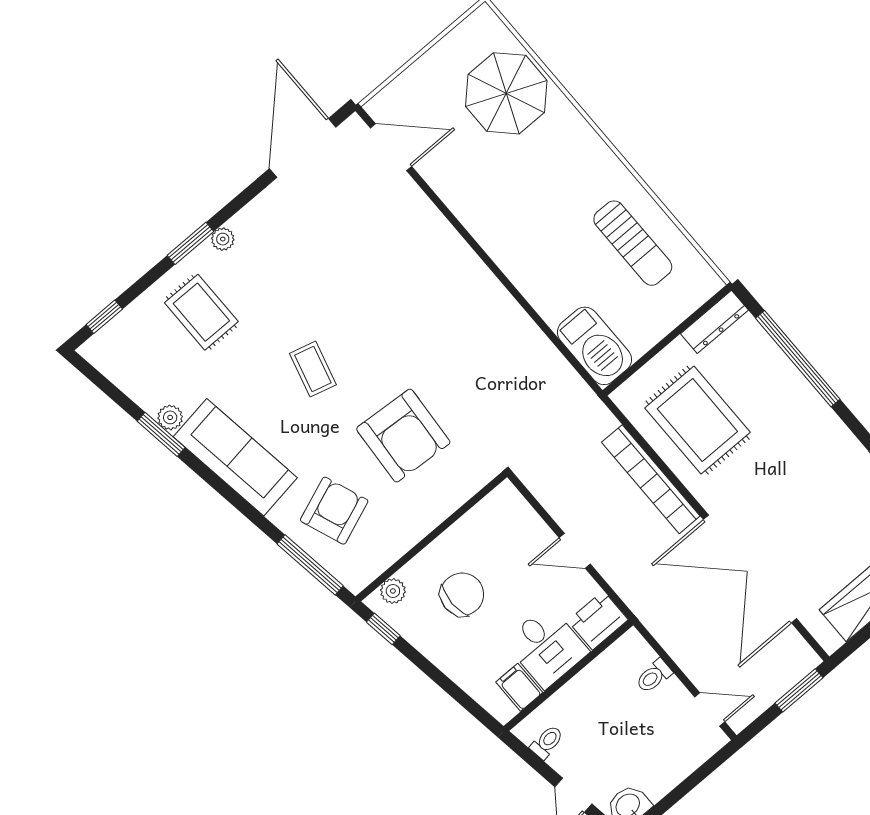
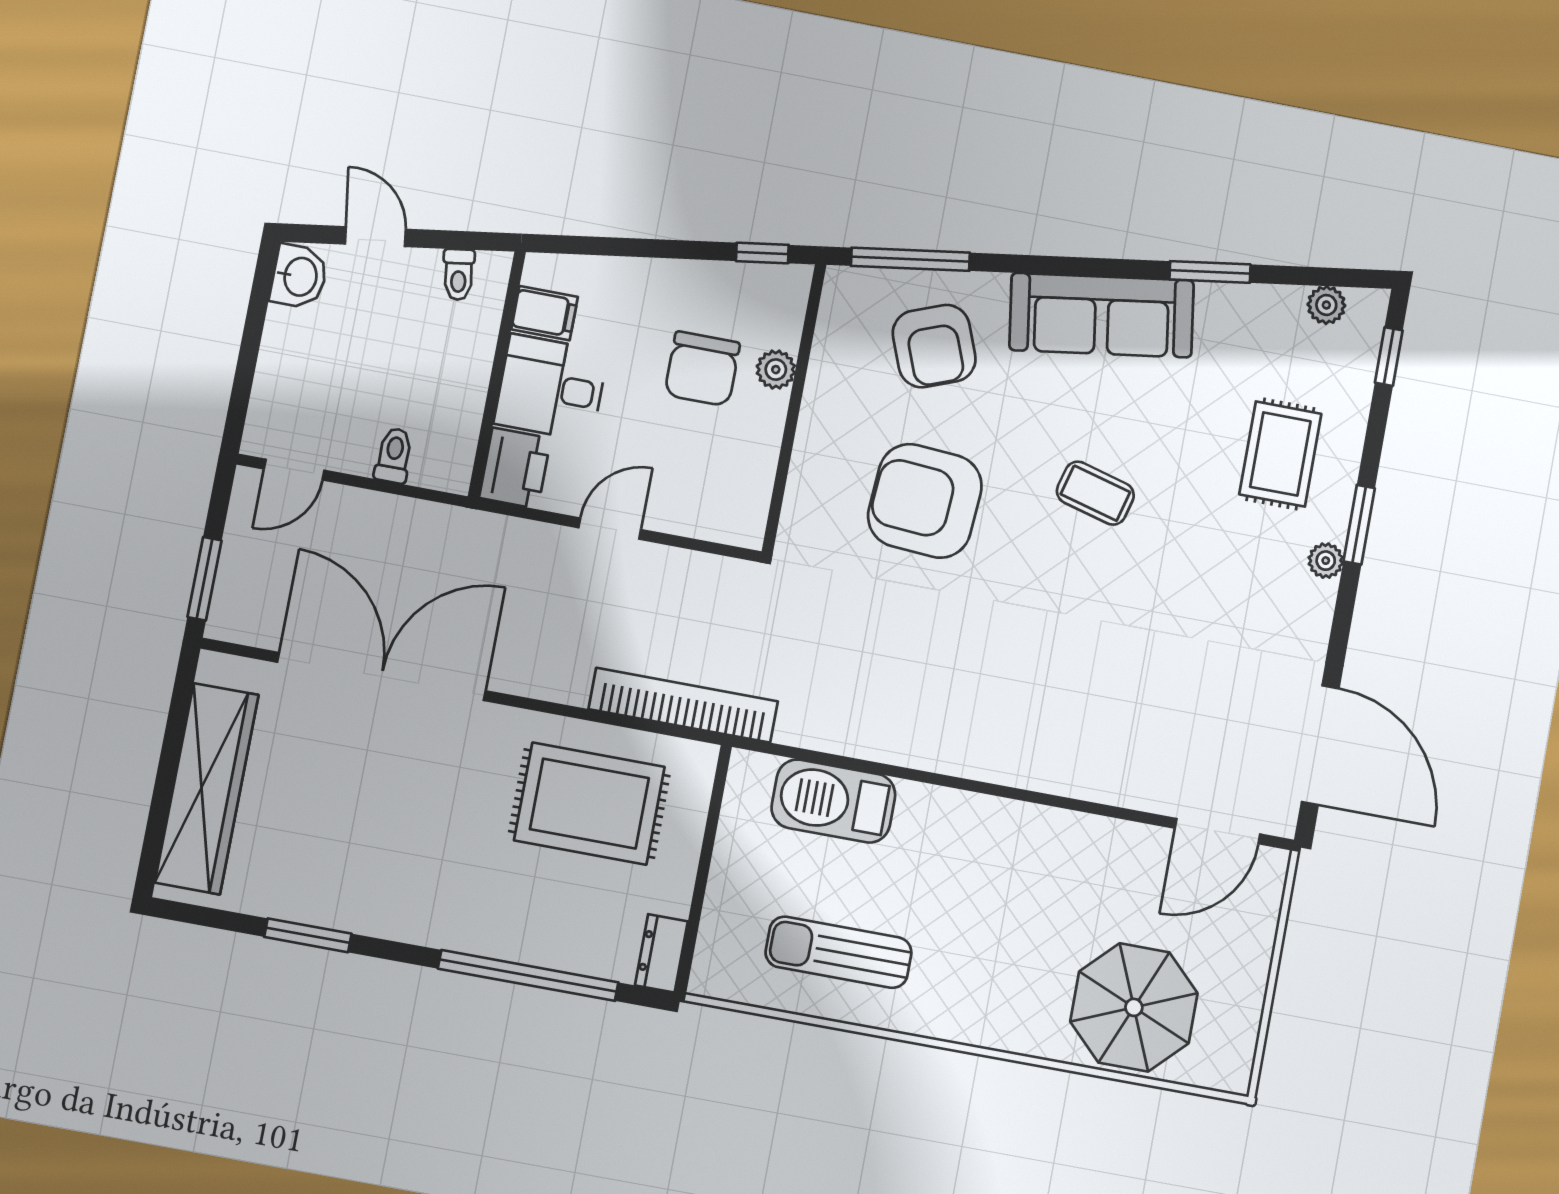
rug: (201, 312) -> (1280, 454), turned 90
dresser: (714, 322) -> (661, 953), width x0.70
barbecue: (594, 346) -> (833, 801), moved
plant: (170, 417) -> (1326, 305), moved
bookcase: (651, 479) -> (683, 705), moved
plant: (393, 591) -> (776, 370), moved

